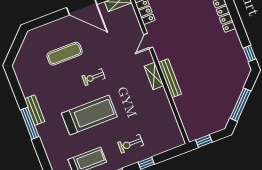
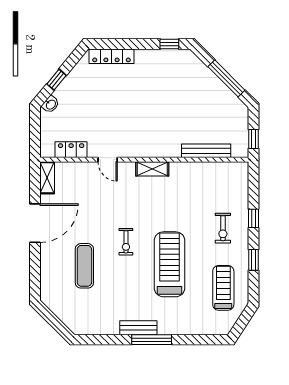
bench: (170, 78) -> (206, 151), moved

